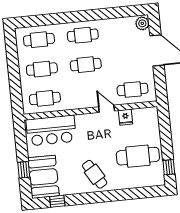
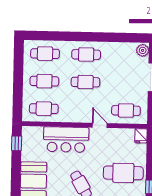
fridge: (125, 117) -> (141, 136), moved
bar counter: (51, 130) -> (66, 140), moved
window: (24, 170) -> (17, 143), moved

